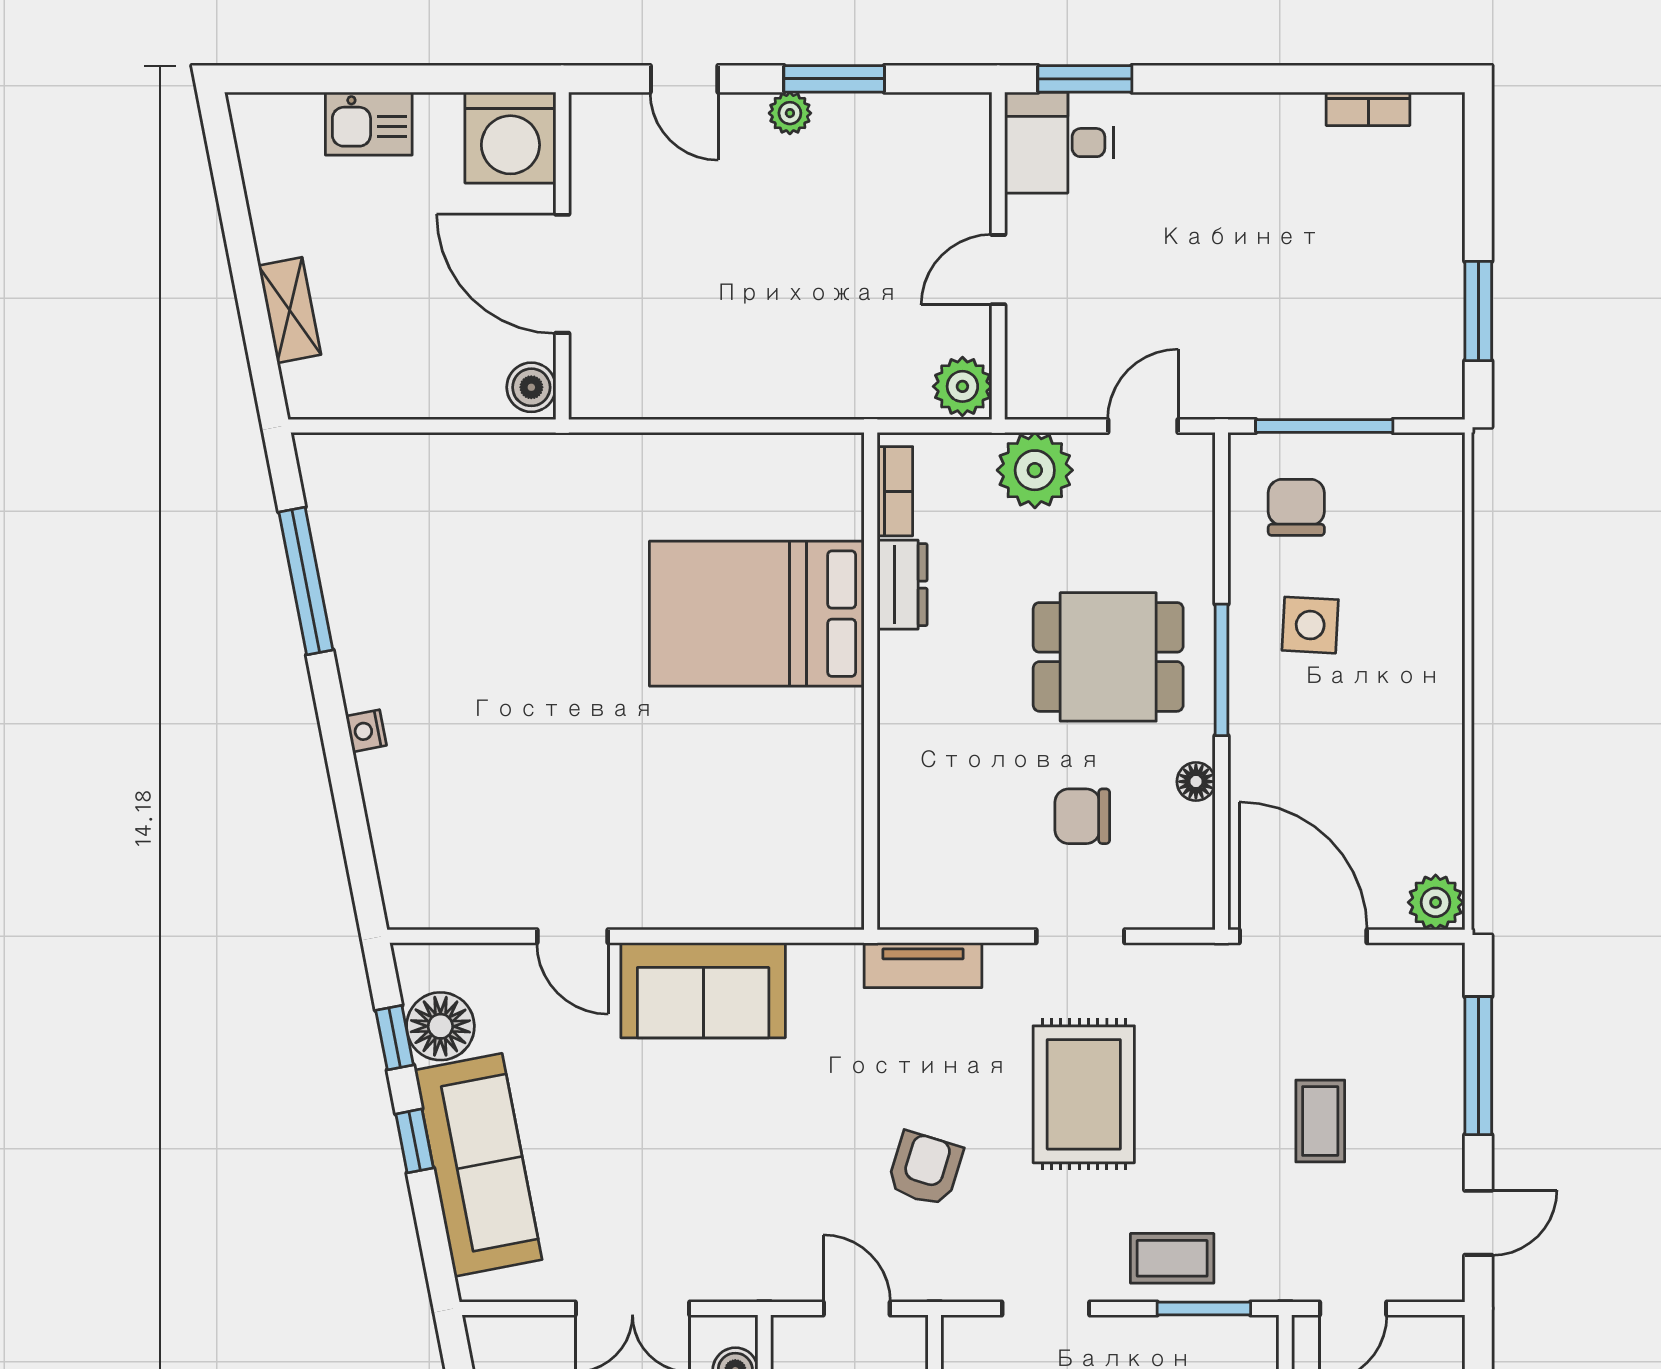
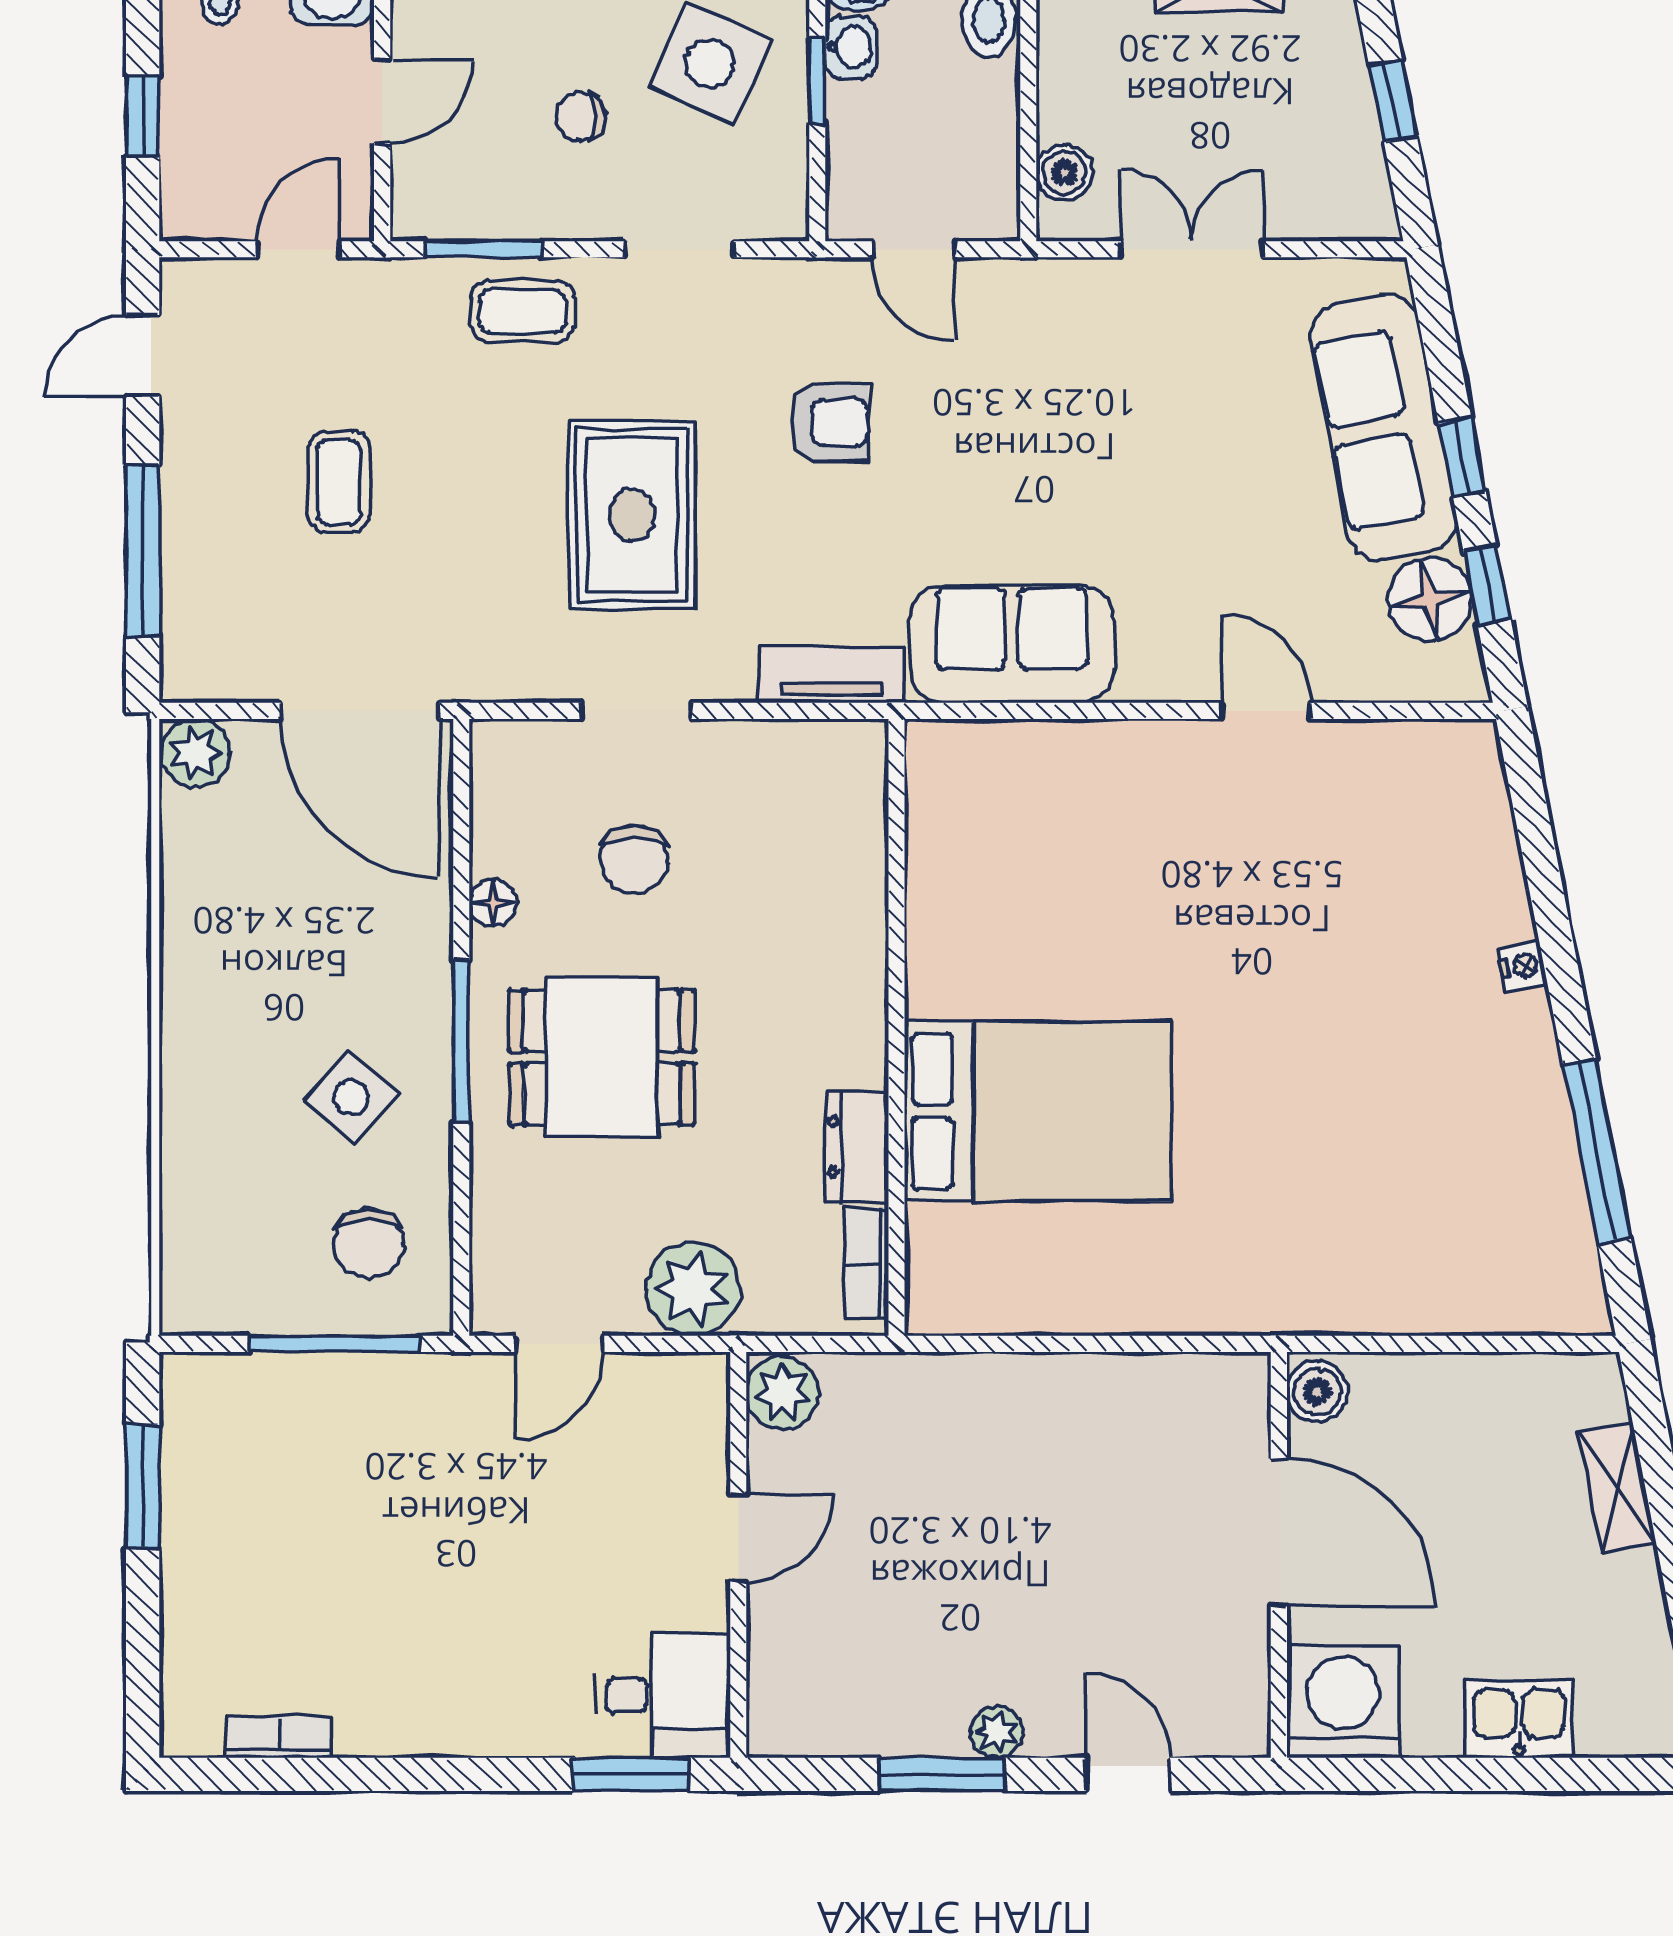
side table: (1310, 625) -> (351, 1097), turned 38
chair: (1082, 816) -> (634, 860), turned 90
sofa: (703, 990) -> (1012, 644), moved
armchair: (925, 1169) -> (829, 422), turned -107

